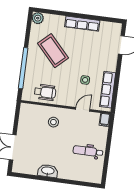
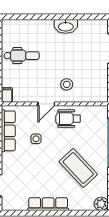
wheelchair: (45, 92) -> (68, 119), moved
door: (83, 109) -> (46, 104), moved

